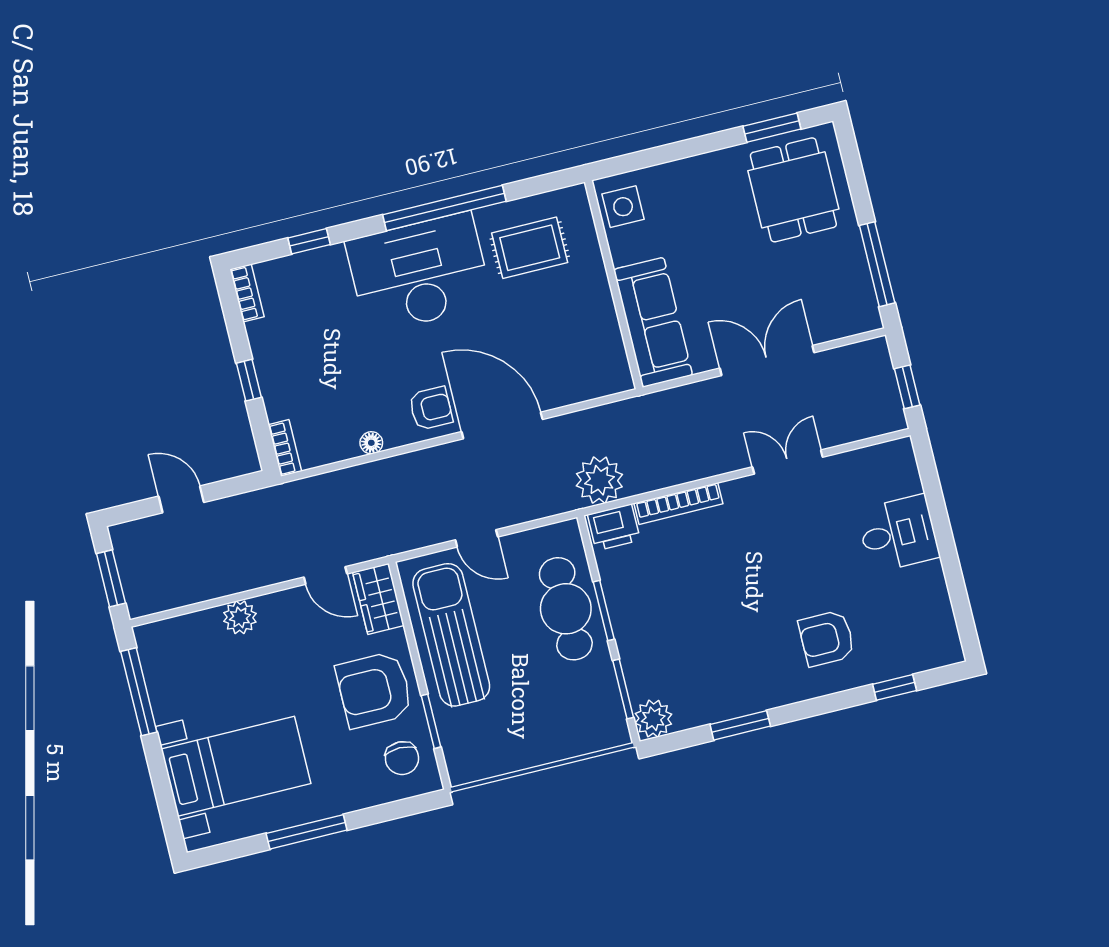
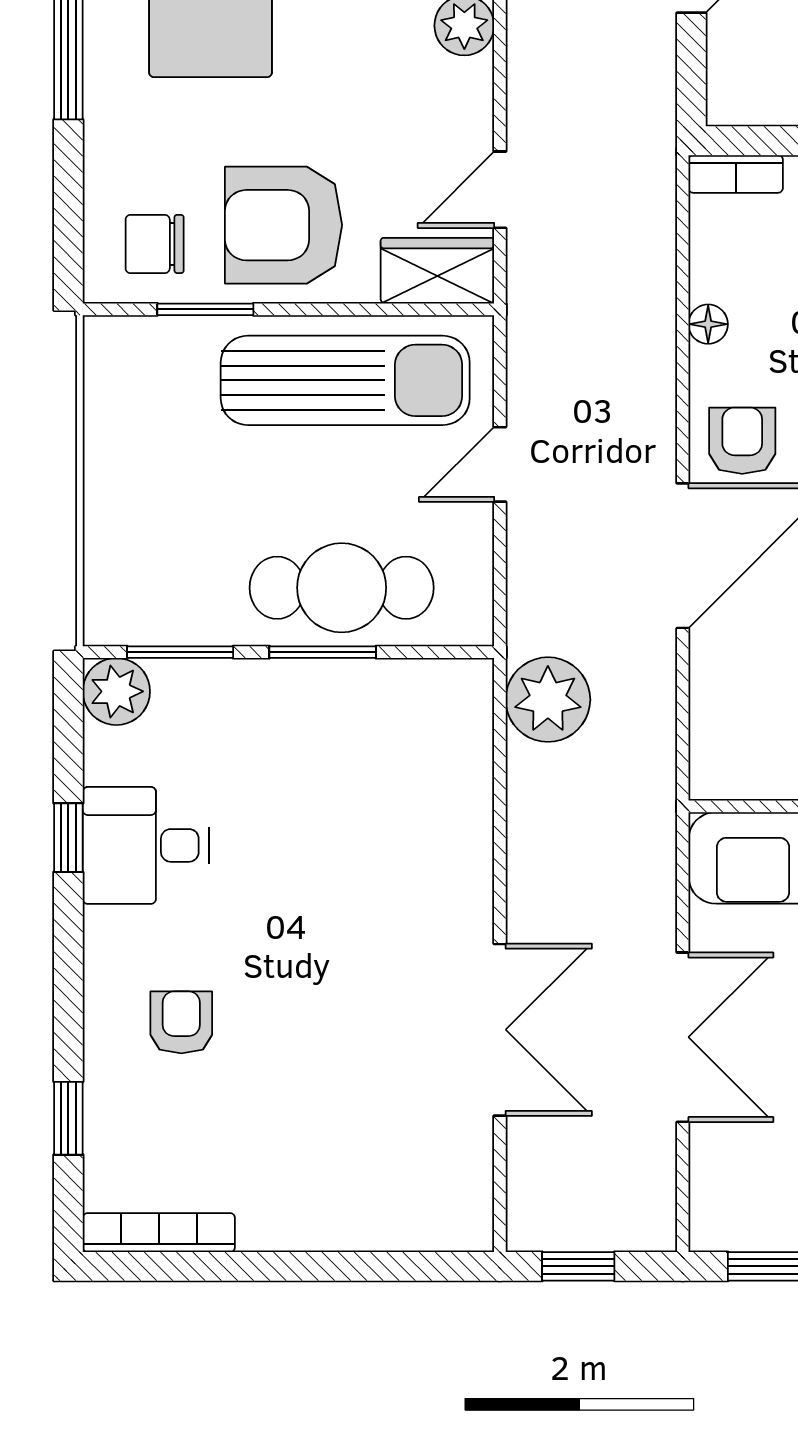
armchair: (431, 408) -> (742, 441), turned 180
double door: (788, 462) -> (500, 1030), width x1.37
bookcase: (678, 504) -> (159, 1233), moved, turned 90
printer: (614, 527) -> (461, 704), removed
desk: (898, 534) -> (146, 845), moved, turned 90
armchair: (827, 638) -> (181, 1022), width x0.72, depth x0.72
armchair: (374, 690) -> (283, 225), turned -90
window: (740, 725) -> (68, 838), width x0.67

